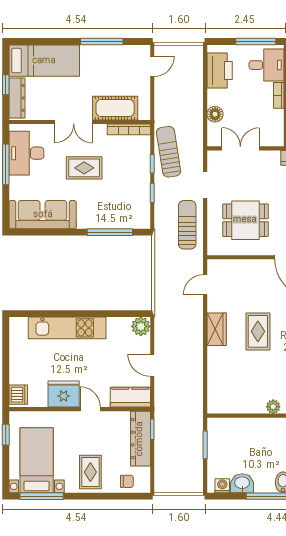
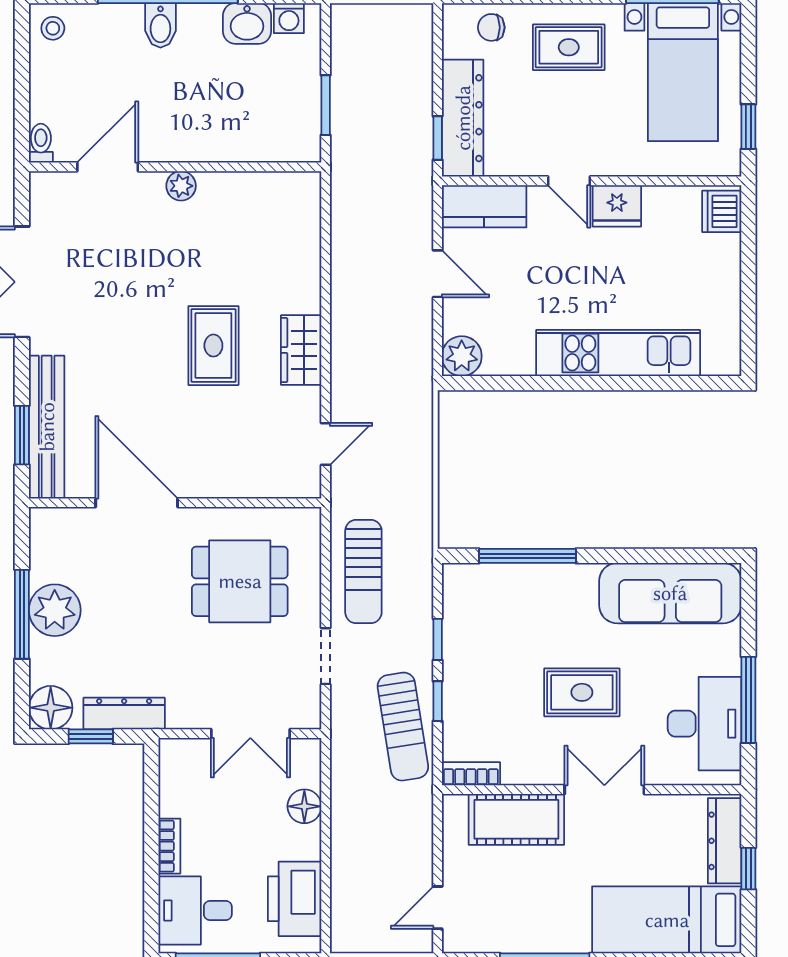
bookcase: (129, 129) -> (471, 774), width x0.64
fridge: (64, 394) -> (617, 206), width x0.73, depth x0.75
rug: (90, 472) -> (569, 47), turned 90

